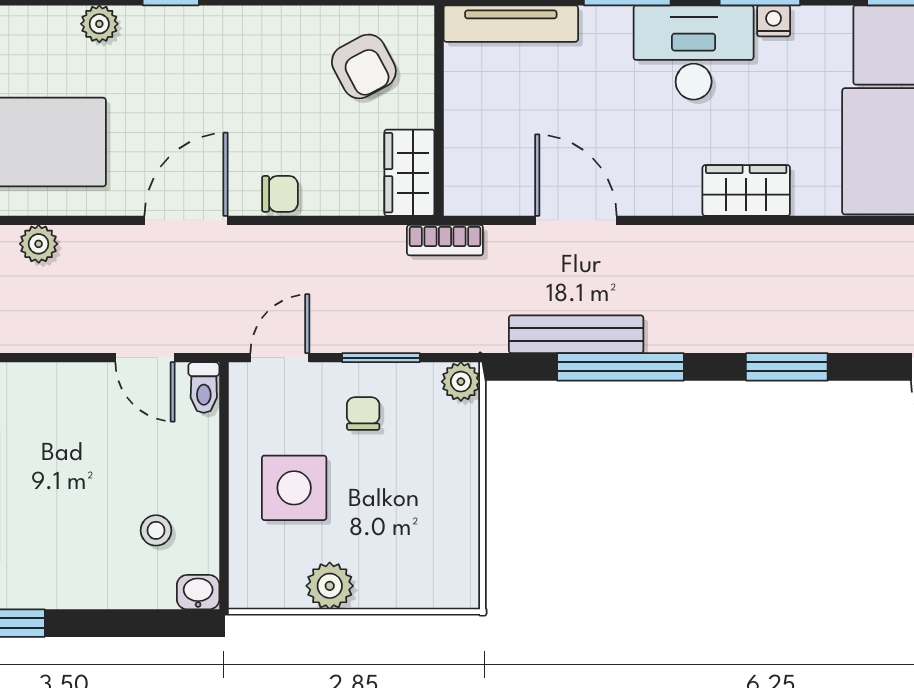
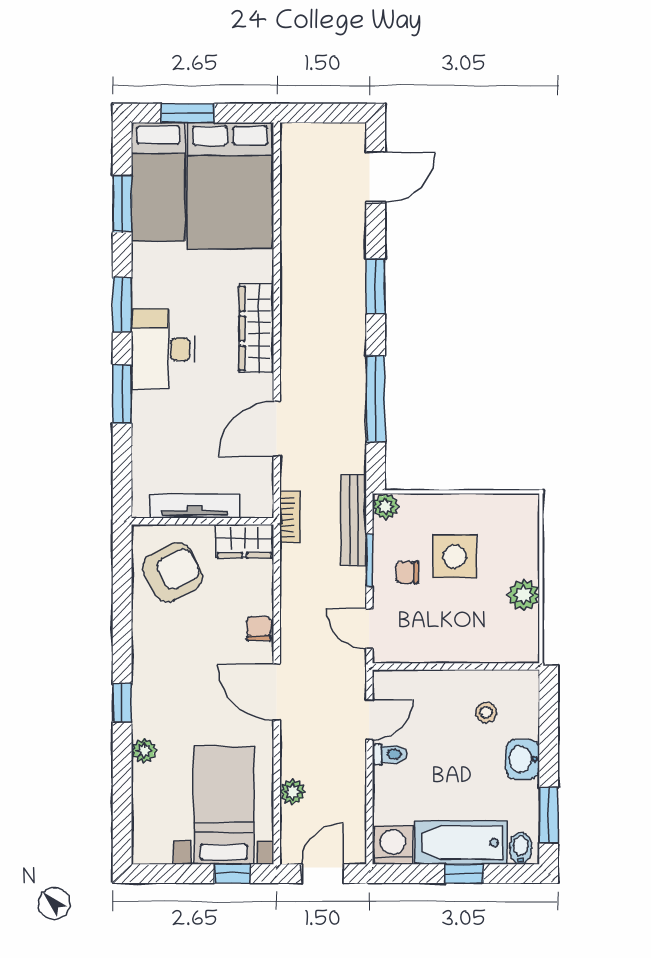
nightstand: (774, 21) -> (142, 295), removed
tv unit: (511, 24) -> (195, 506), moved, turned -90
armchair: (364, 66) -> (173, 572), width x1.38, depth x1.38
wardrobe: (746, 190) -> (256, 328), width x1.50
bench: (576, 334) -> (354, 520), moved
toilet: (204, 388) -> (390, 754), moved
side table: (294, 488) -> (454, 556), moved
washbasin: (198, 592) -> (523, 759), moved, width x1.38, depth x1.45

